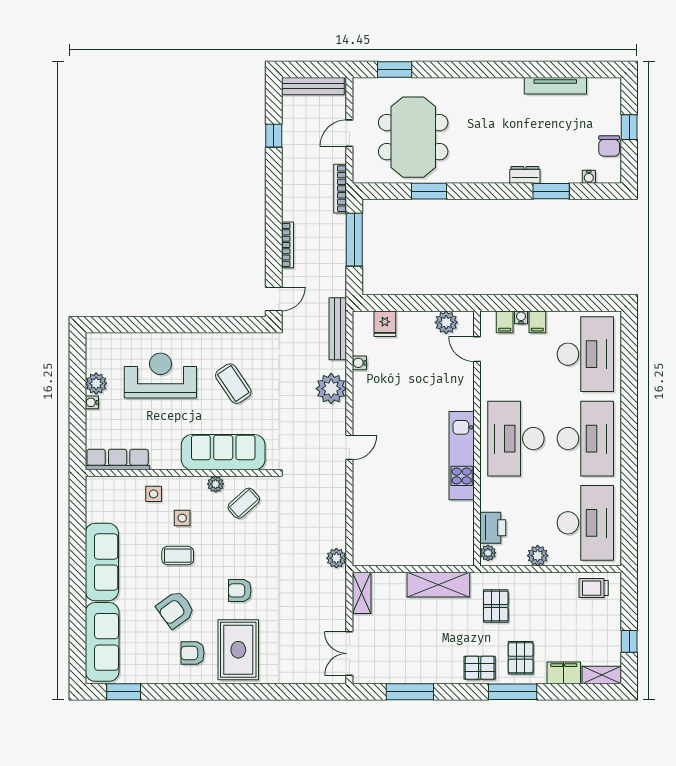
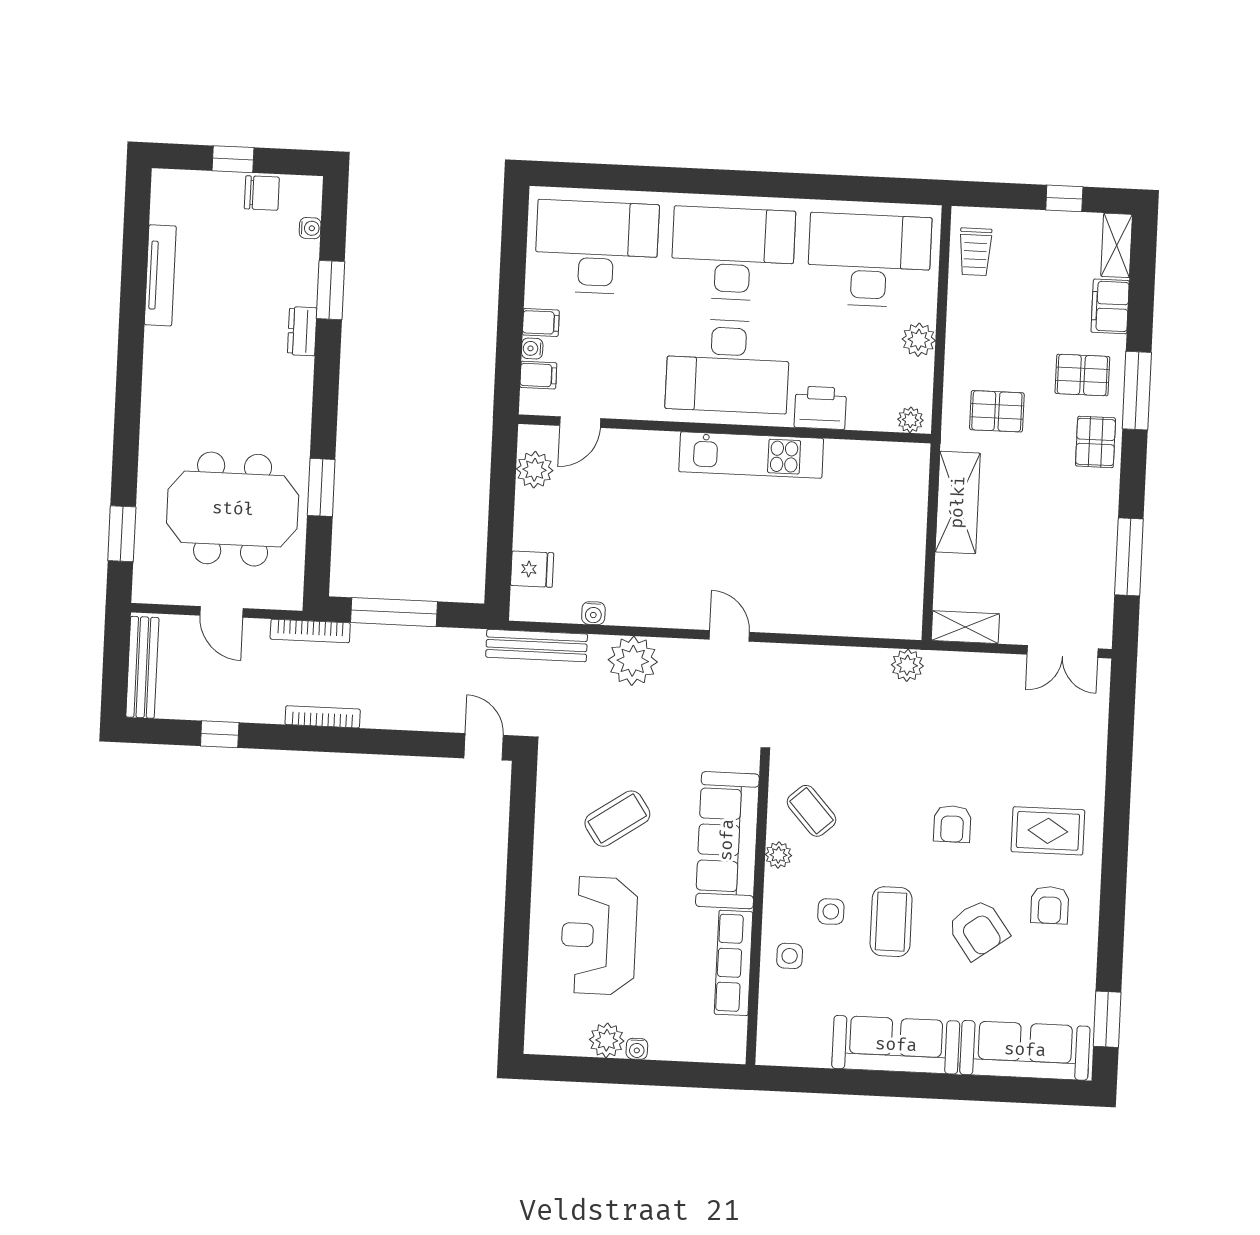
bookcase: (288, 245) -> (323, 717), moved
row of seats: (118, 460) -> (734, 963), moved
printer: (493, 528) -> (820, 408), moved
coffee table: (178, 556) -> (891, 922), width x1.36, depth x1.30
rug: (238, 650) -> (1048, 831), width x0.73, depth x0.70

